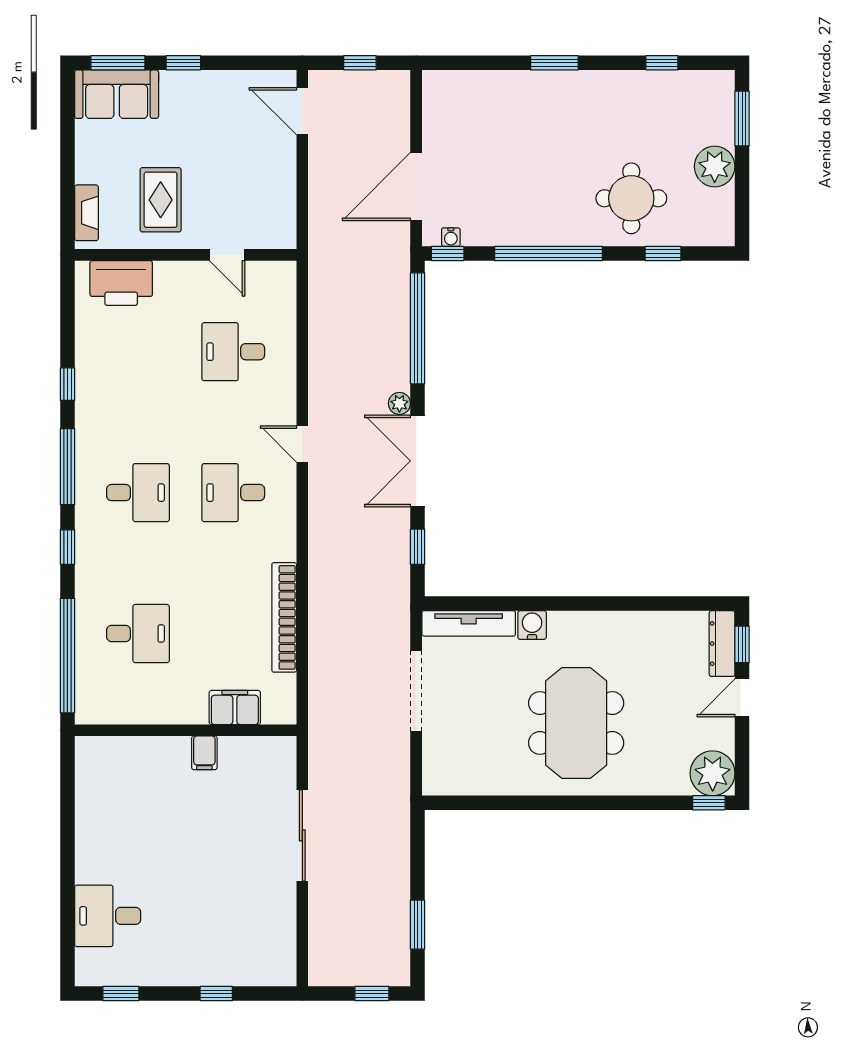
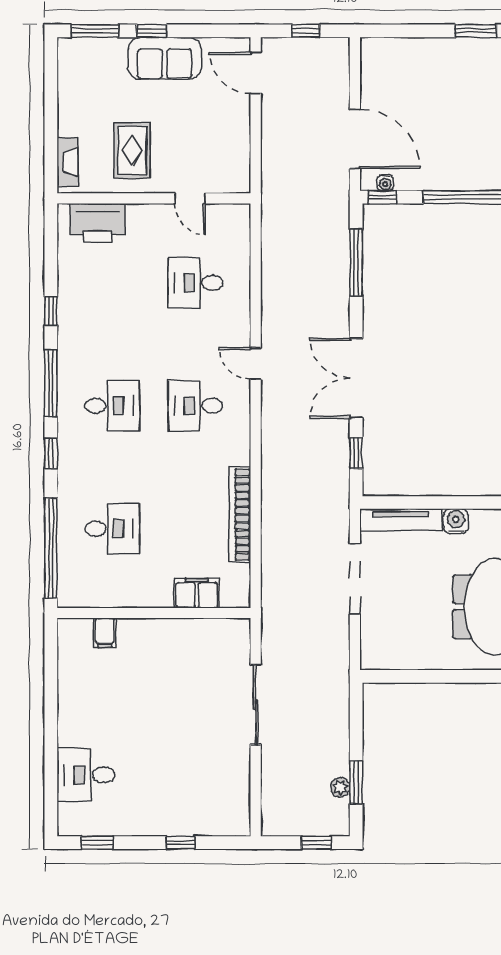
sofa: (117, 94) -> (165, 58), moved
door: (416, 187) -> (355, 139), swing flipped
window: (418, 328) -> (356, 262), width x0.68
plant: (399, 403) -> (340, 787), moved
filing cabinet: (204, 753) -> (105, 633), moved

